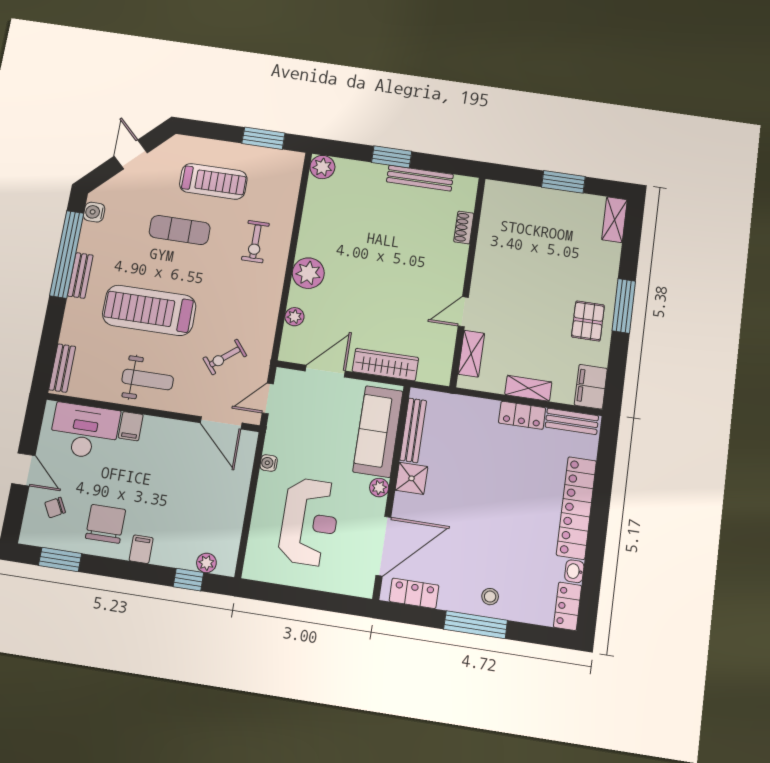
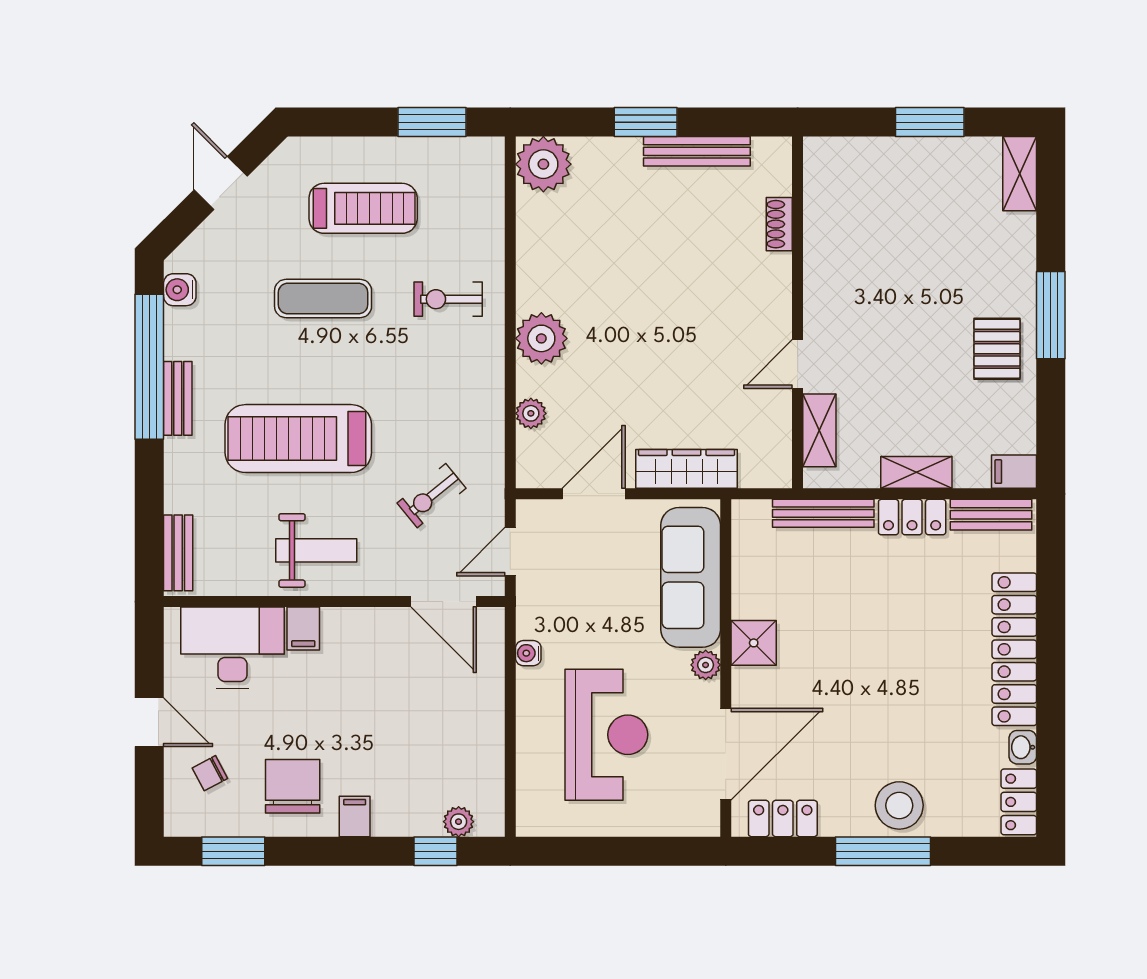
plant: (322, 167) -> (543, 164), width x1.36, depth x1.36
exercise bike: (255, 242) -> (448, 299), turned 90
filing cabinet: (591, 387) -> (1014, 472), width x0.50
bench: (413, 430) -> (823, 513), moved, turned 90
stool: (490, 597) -> (899, 805), width x1.89, depth x1.89

